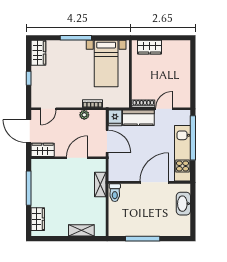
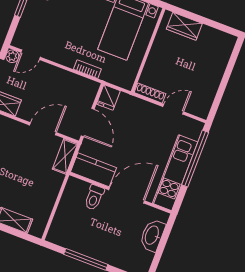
plant: (84, 115) -> (12, 56), moved
kitchen counter: (138, 118) -> (93, 170), moved, turned 180
shelving: (100, 185) -> (65, 156), moved
toilet: (115, 193) -> (94, 197), moved

